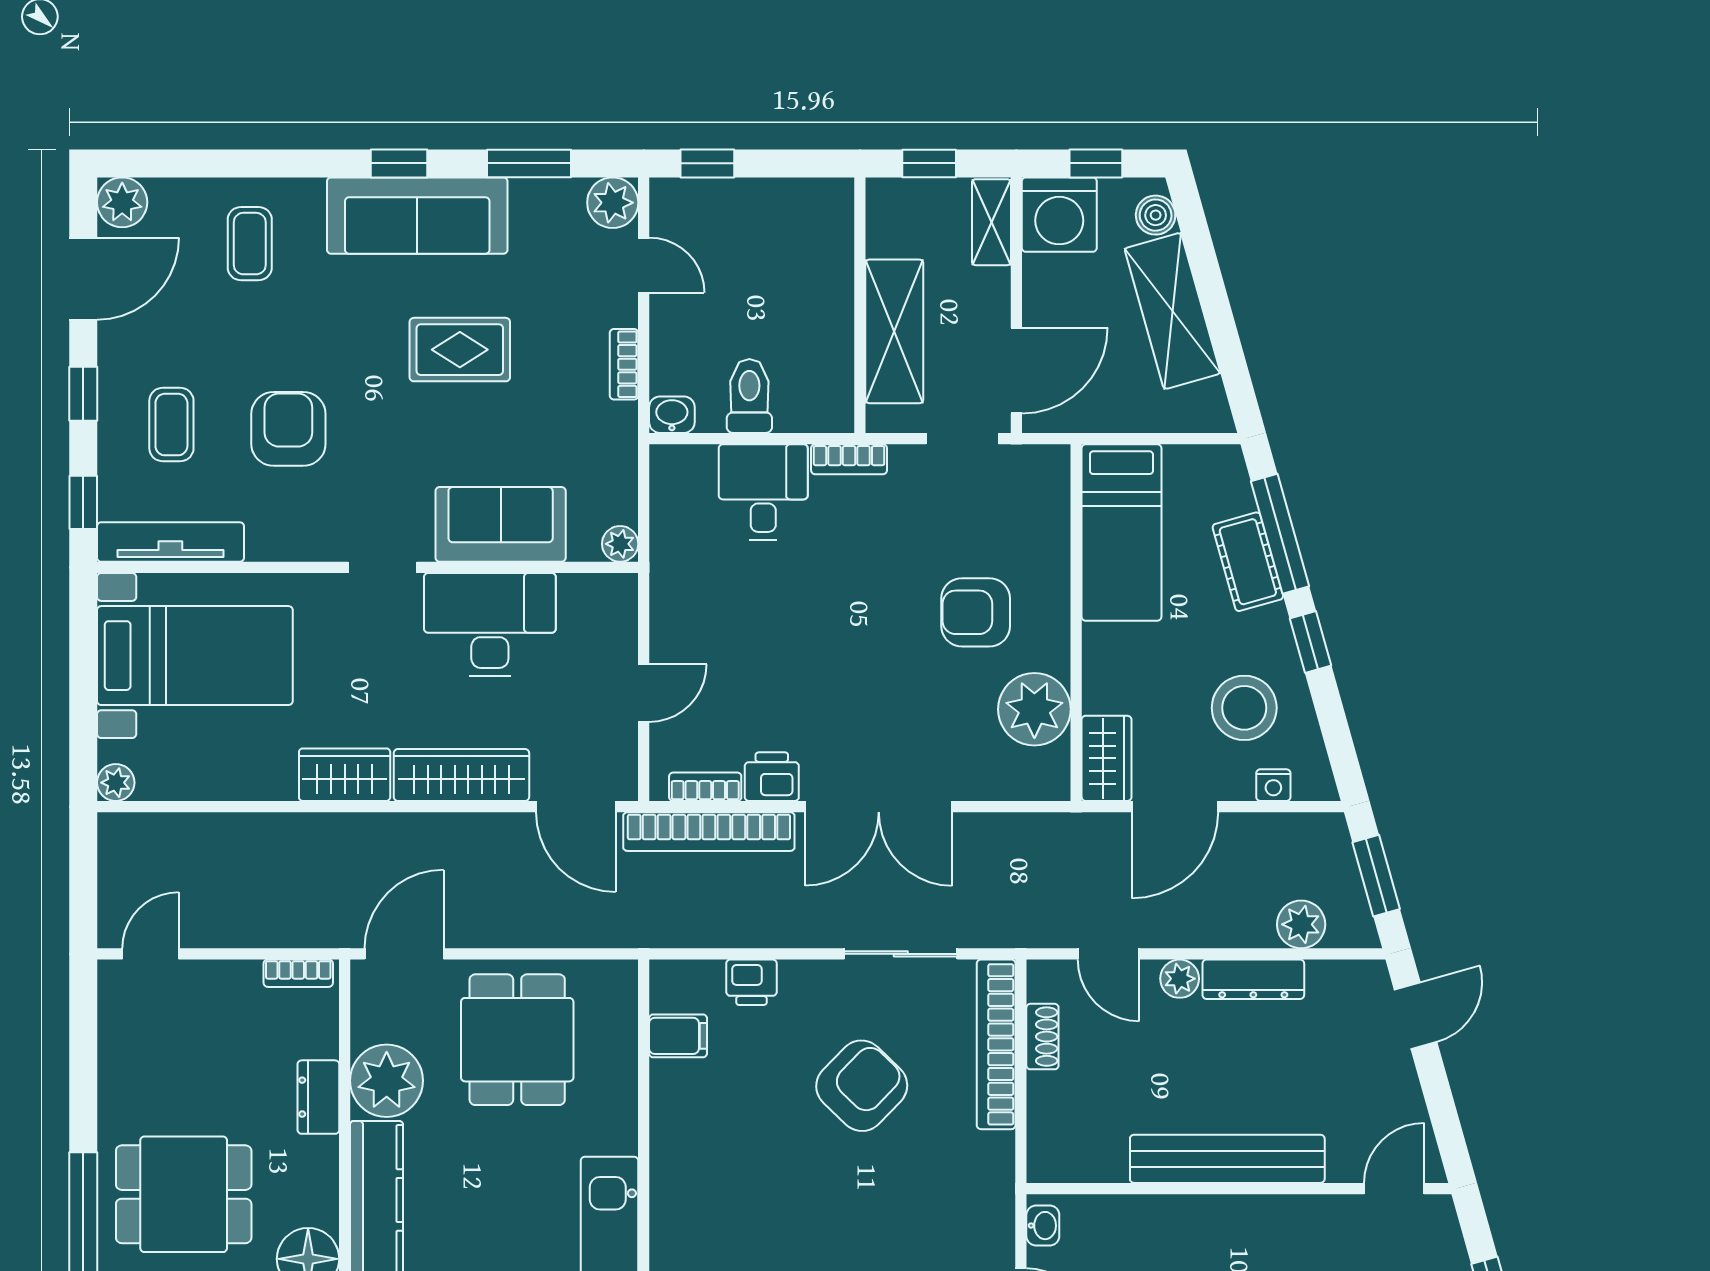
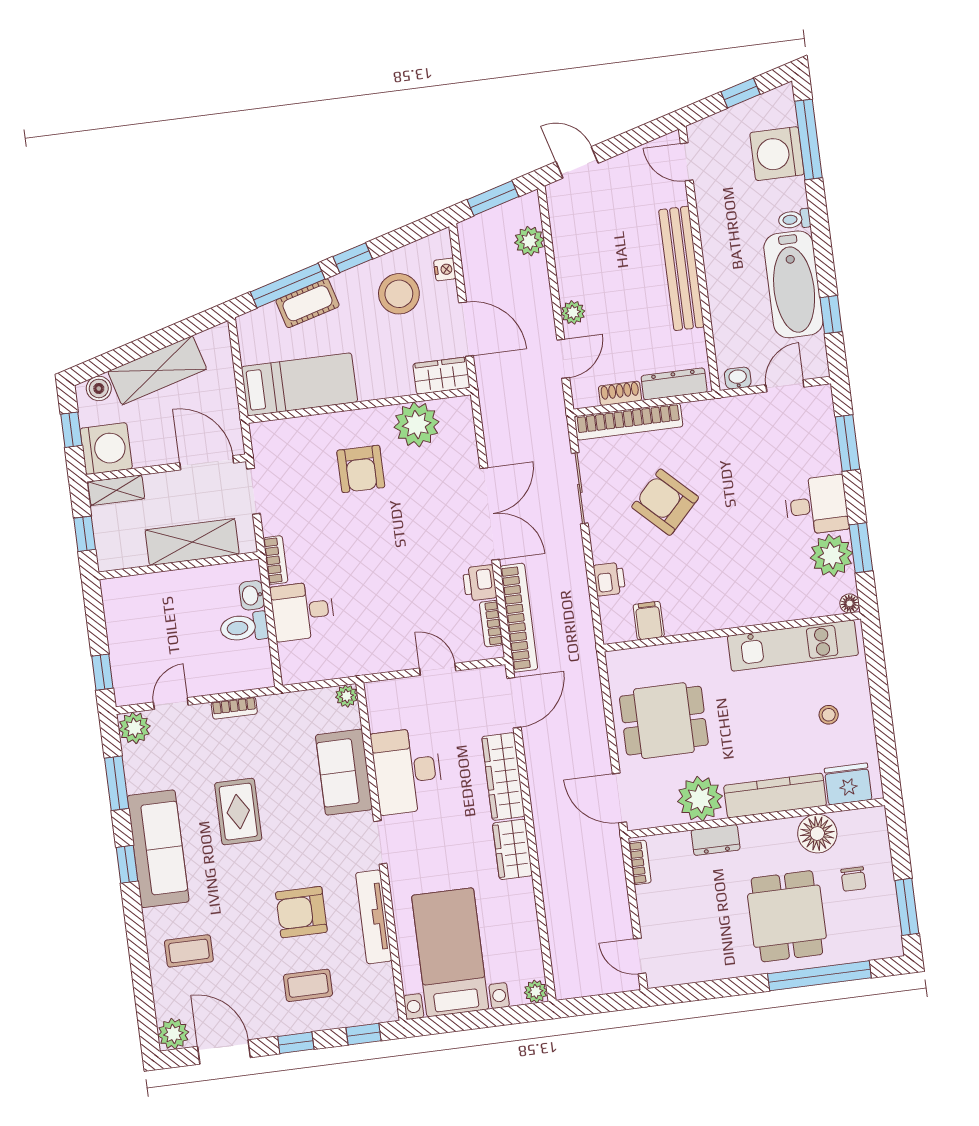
washbasin: (672, 415) -> (252, 595), moved
tv unit: (170, 542) -> (374, 917), moved
dresser: (1253, 979) -> (674, 384), moved, turned -90

